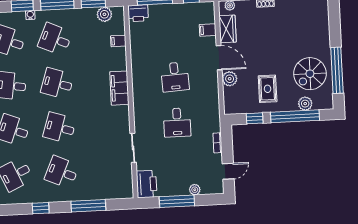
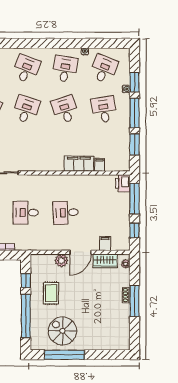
plant: (104, 14) -> (123, 154), removed
desk: (55, 39) -> (104, 110), turned -33
desk: (57, 83) -> (65, 110), turned -36
filing cabinet: (119, 88) -> (79, 164), moved
rug: (268, 89) -> (51, 293), turned 90
plant: (305, 104) -> (36, 325), removed

